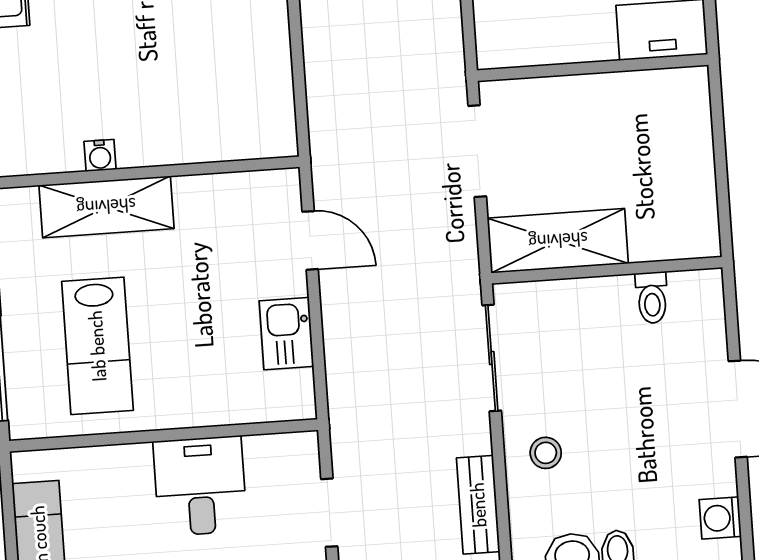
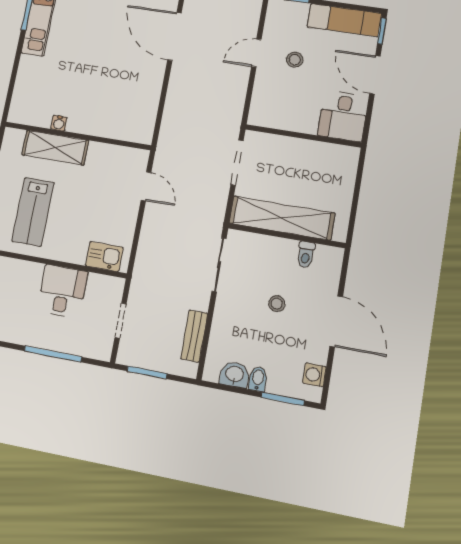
shelving: (558, 241) -> (282, 218), width x1.47
kitchen sink: (286, 334) -> (104, 257), moved, turned 90
stool: (546, 453) -> (277, 304), moved

